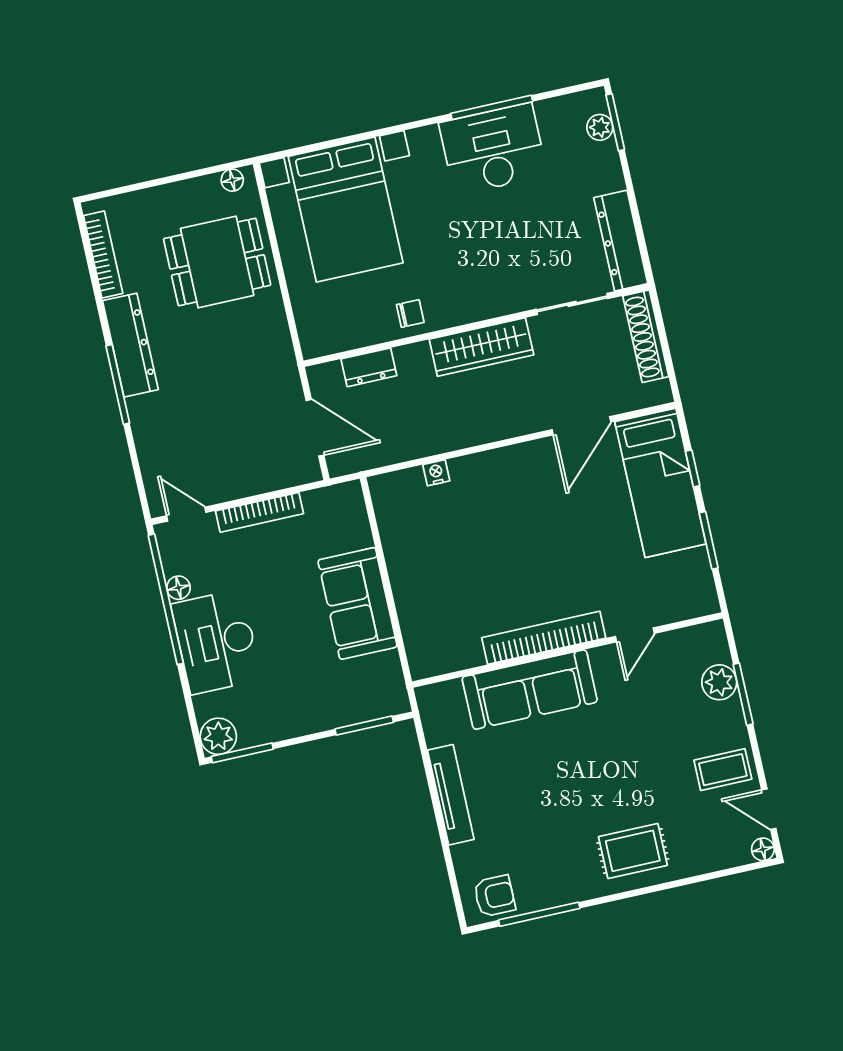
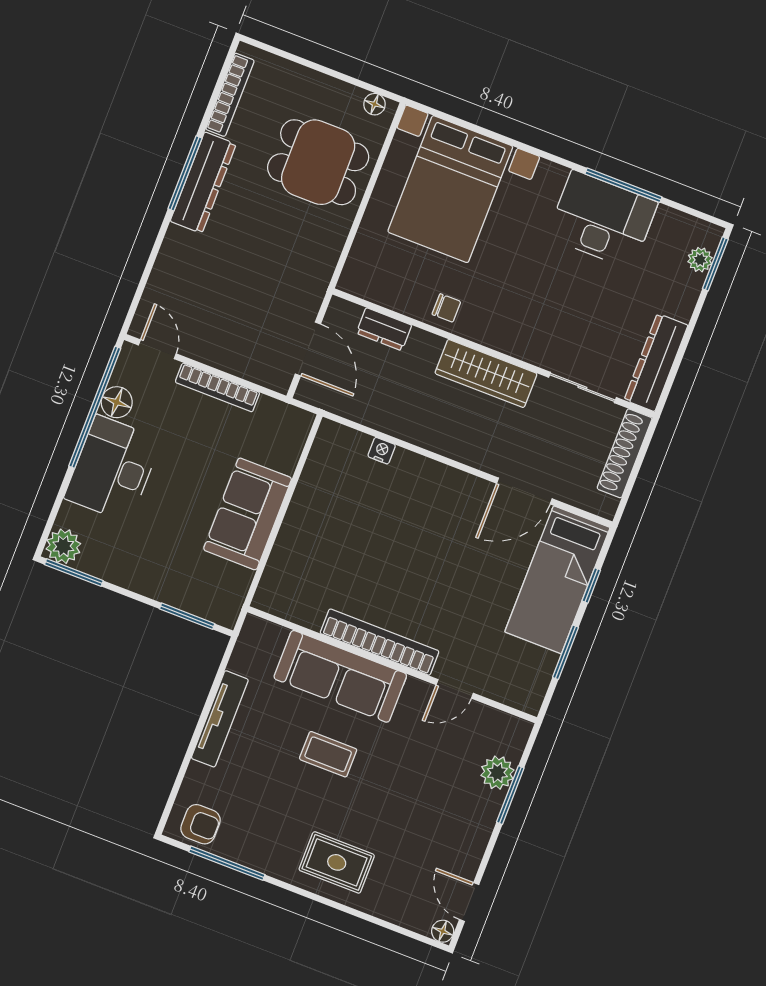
window: (118, 384) -> (185, 173), moved
floor lamp: (178, 588) -> (117, 402), width x1.37, depth x1.37
coffee table: (723, 770) -> (328, 754), moved

